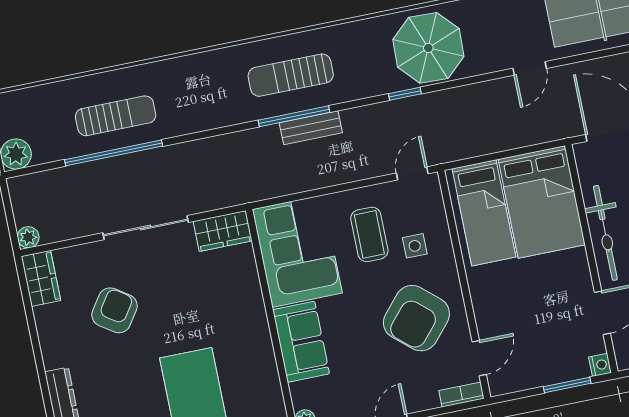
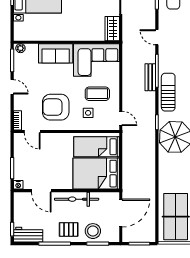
door: (530, 68) -> (157, 37), moved
sun lounger: (291, 75) -> (168, 92), moved
armchair: (416, 318) -> (56, 107), turned -41

